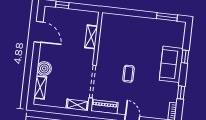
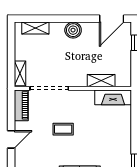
fireplace: (107, 28) -> (113, 97), added
door: (39, 32) -> (112, 19), moved
boiler: (44, 68) -> (73, 30), moved

